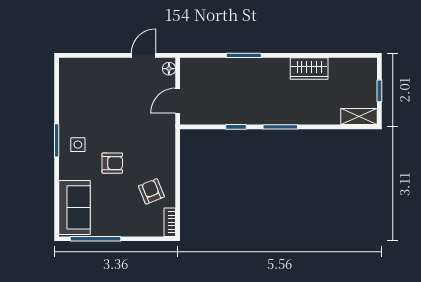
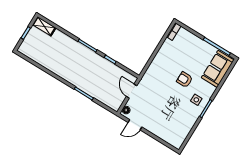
wardrobe: (309, 68) -> (55, 66), removed
door: (178, 101) -> (132, 91), swing flipped
armchair: (151, 191) -> (173, 53), removed

